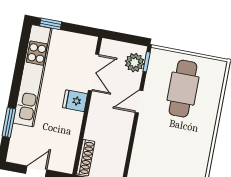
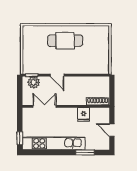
cafe table: (183, 89) -> (65, 41), moved
fridge: (75, 101) -> (84, 114), moved

